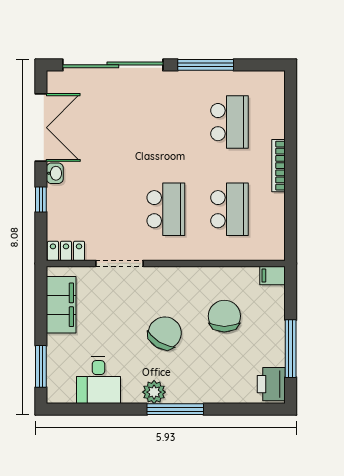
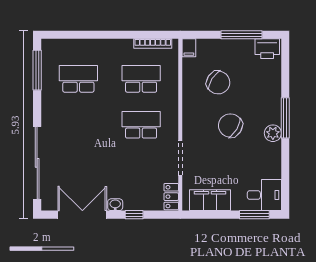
window: (206, 65) -> (37, 70), moved
bookcase: (278, 166) -> (153, 44), moved
chair: (224, 316) -> (218, 83), turned -147
desk: (98, 380) -> (264, 195), moved

